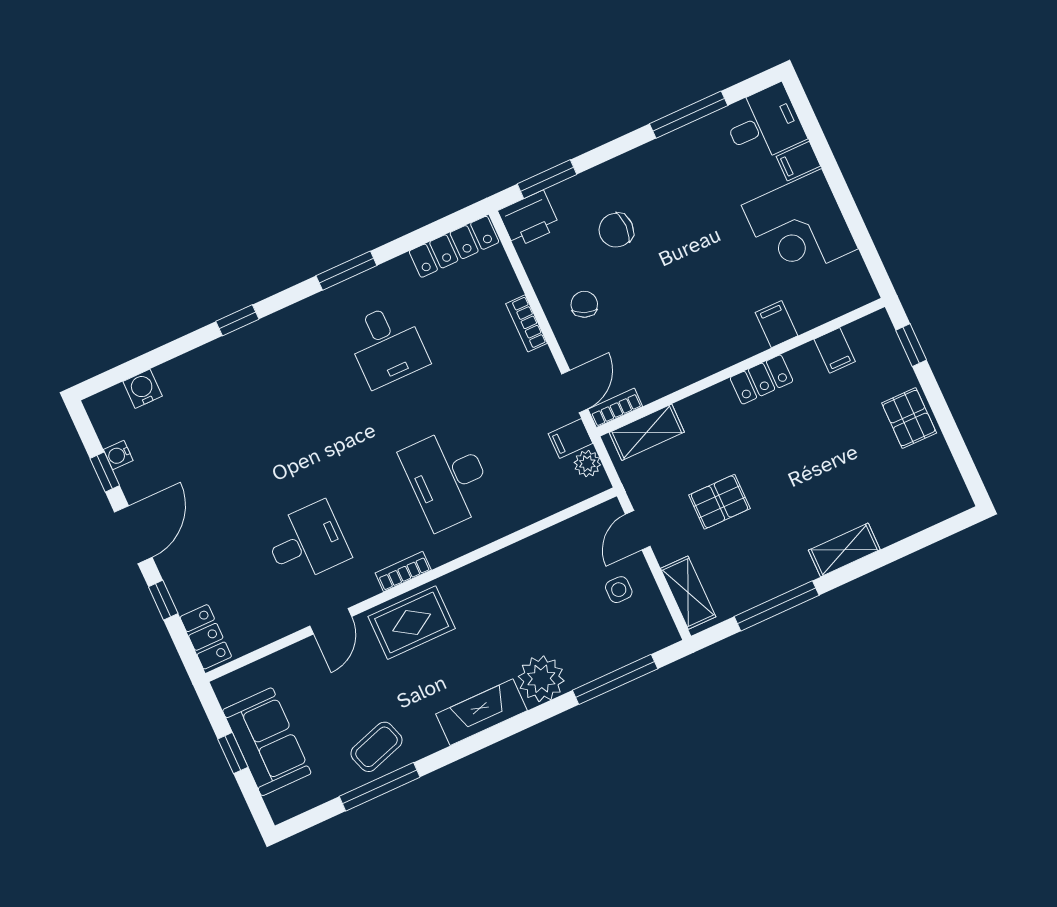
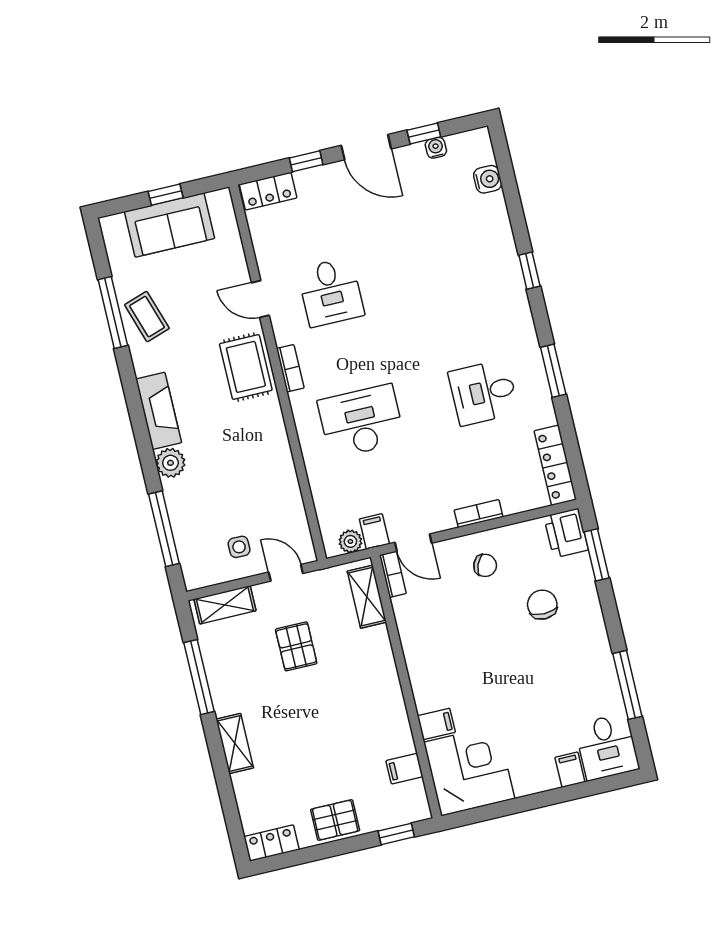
corner desk: (800, 227) -> (469, 770), moved, turned 90
locker: (762, 379) -> (272, 843), moved, turned 90
plant: (541, 679) -> (170, 463), width x0.73, depth x0.73

